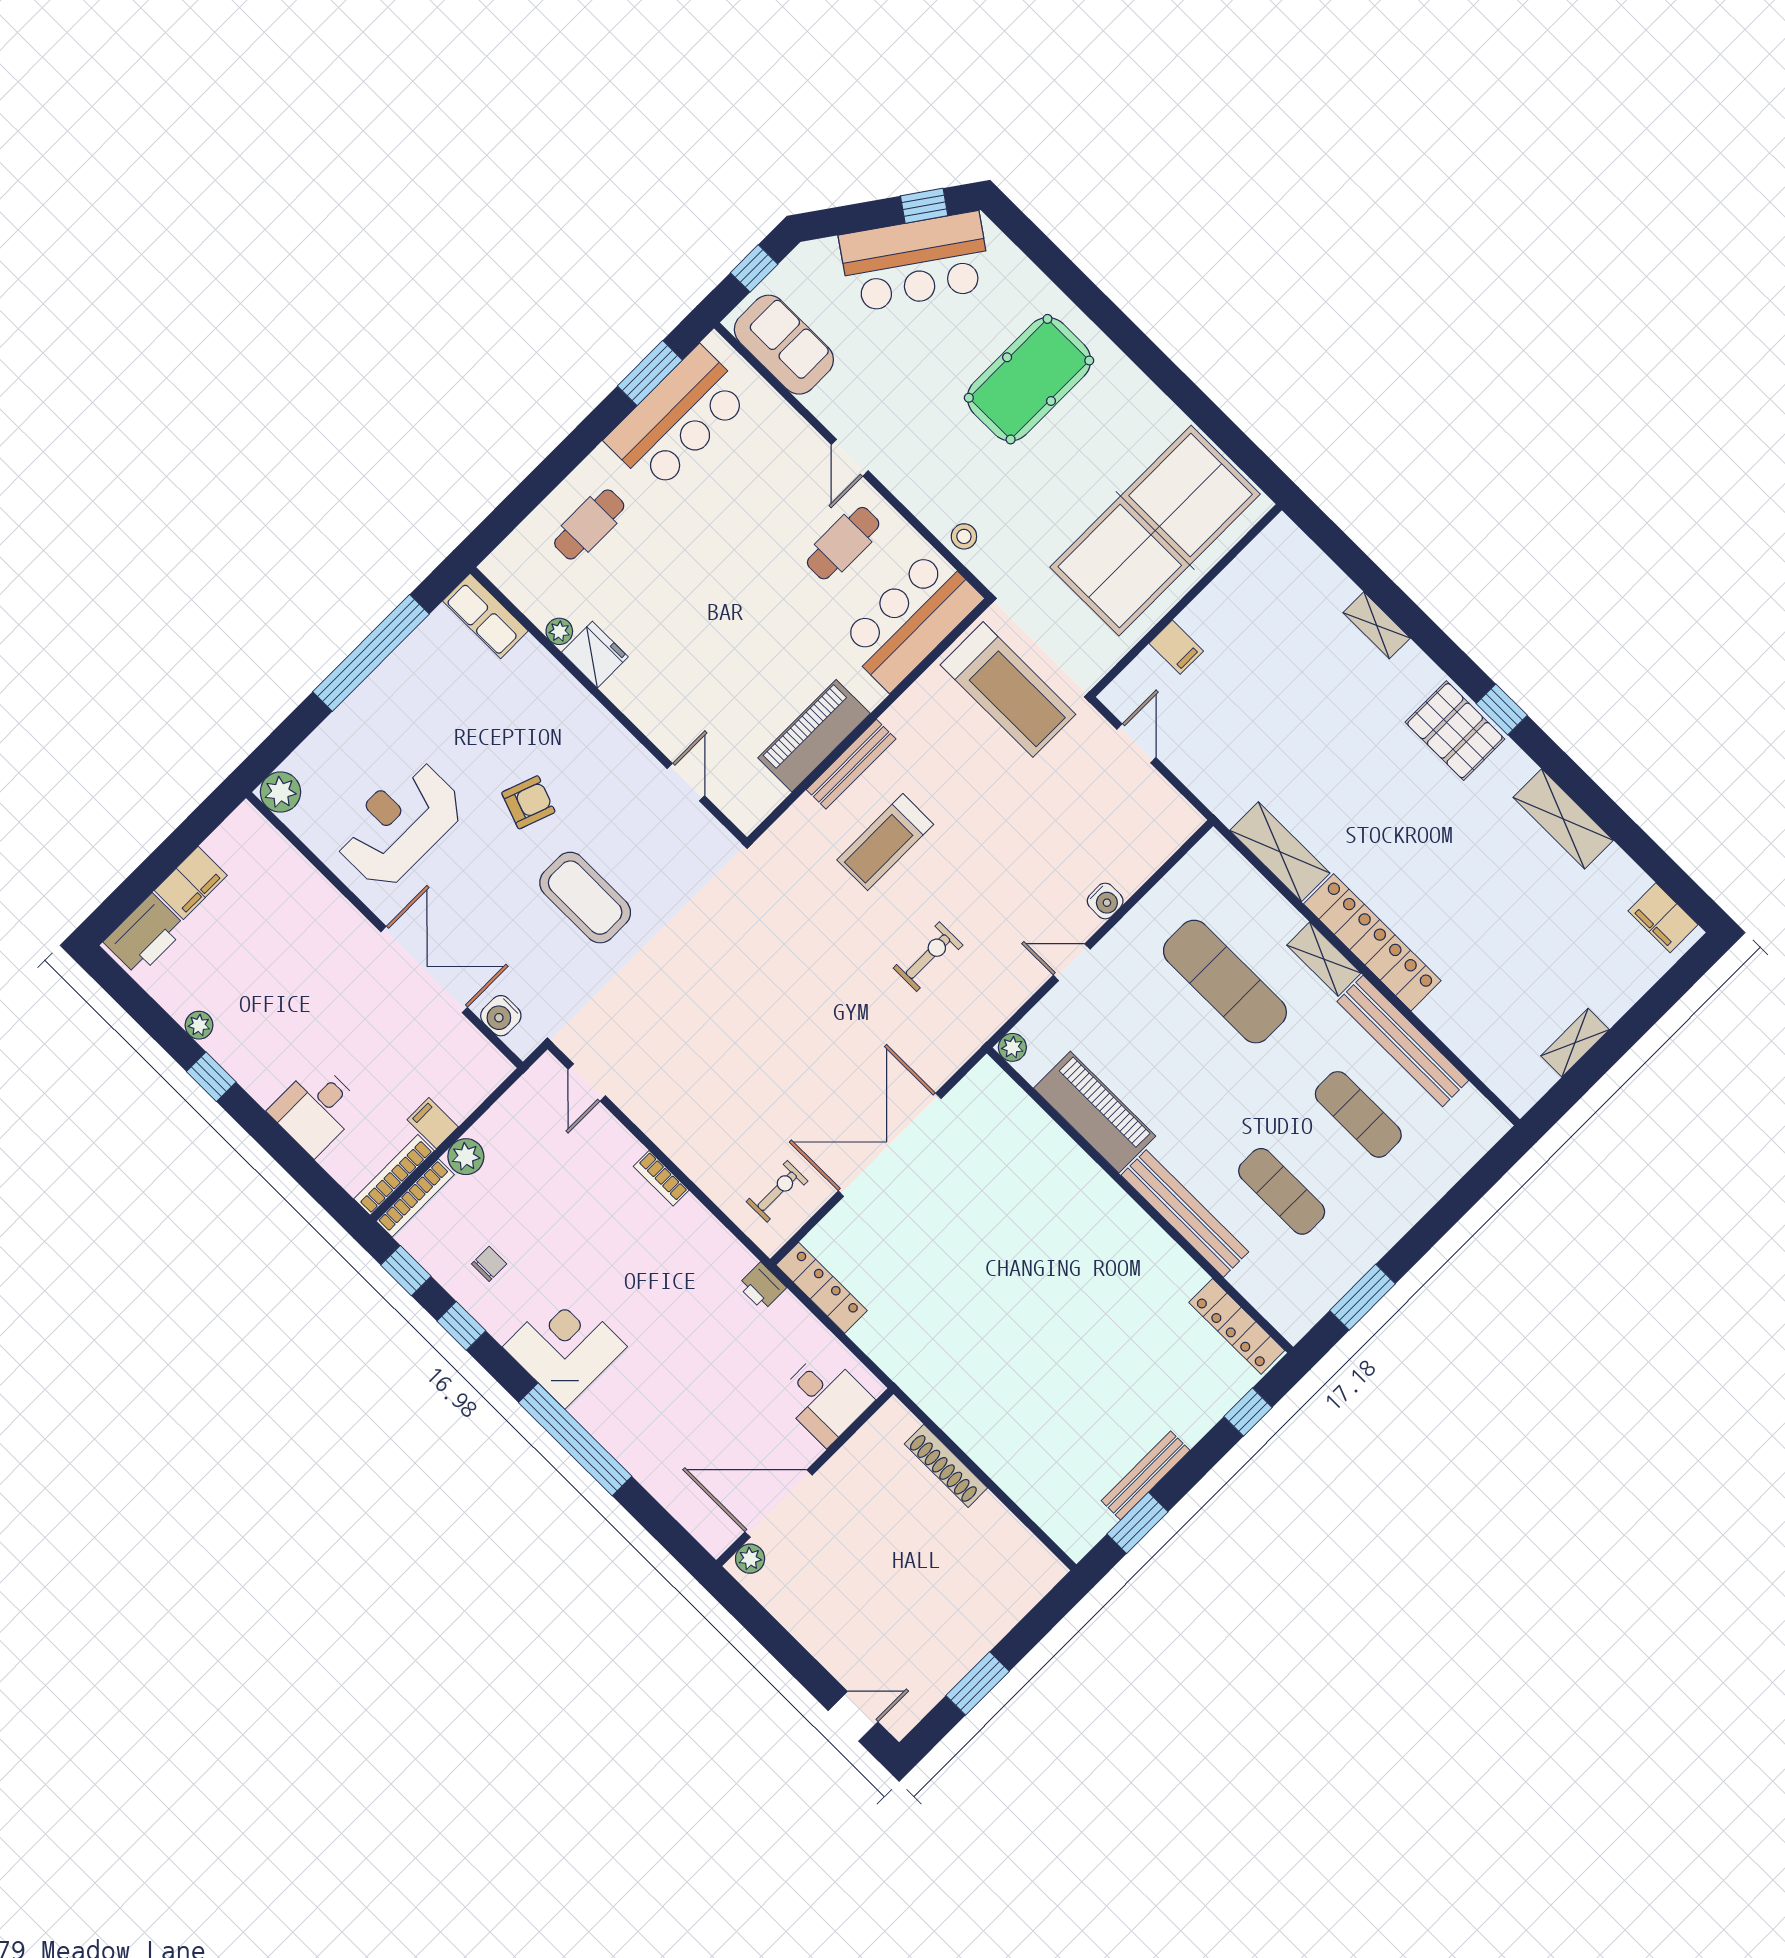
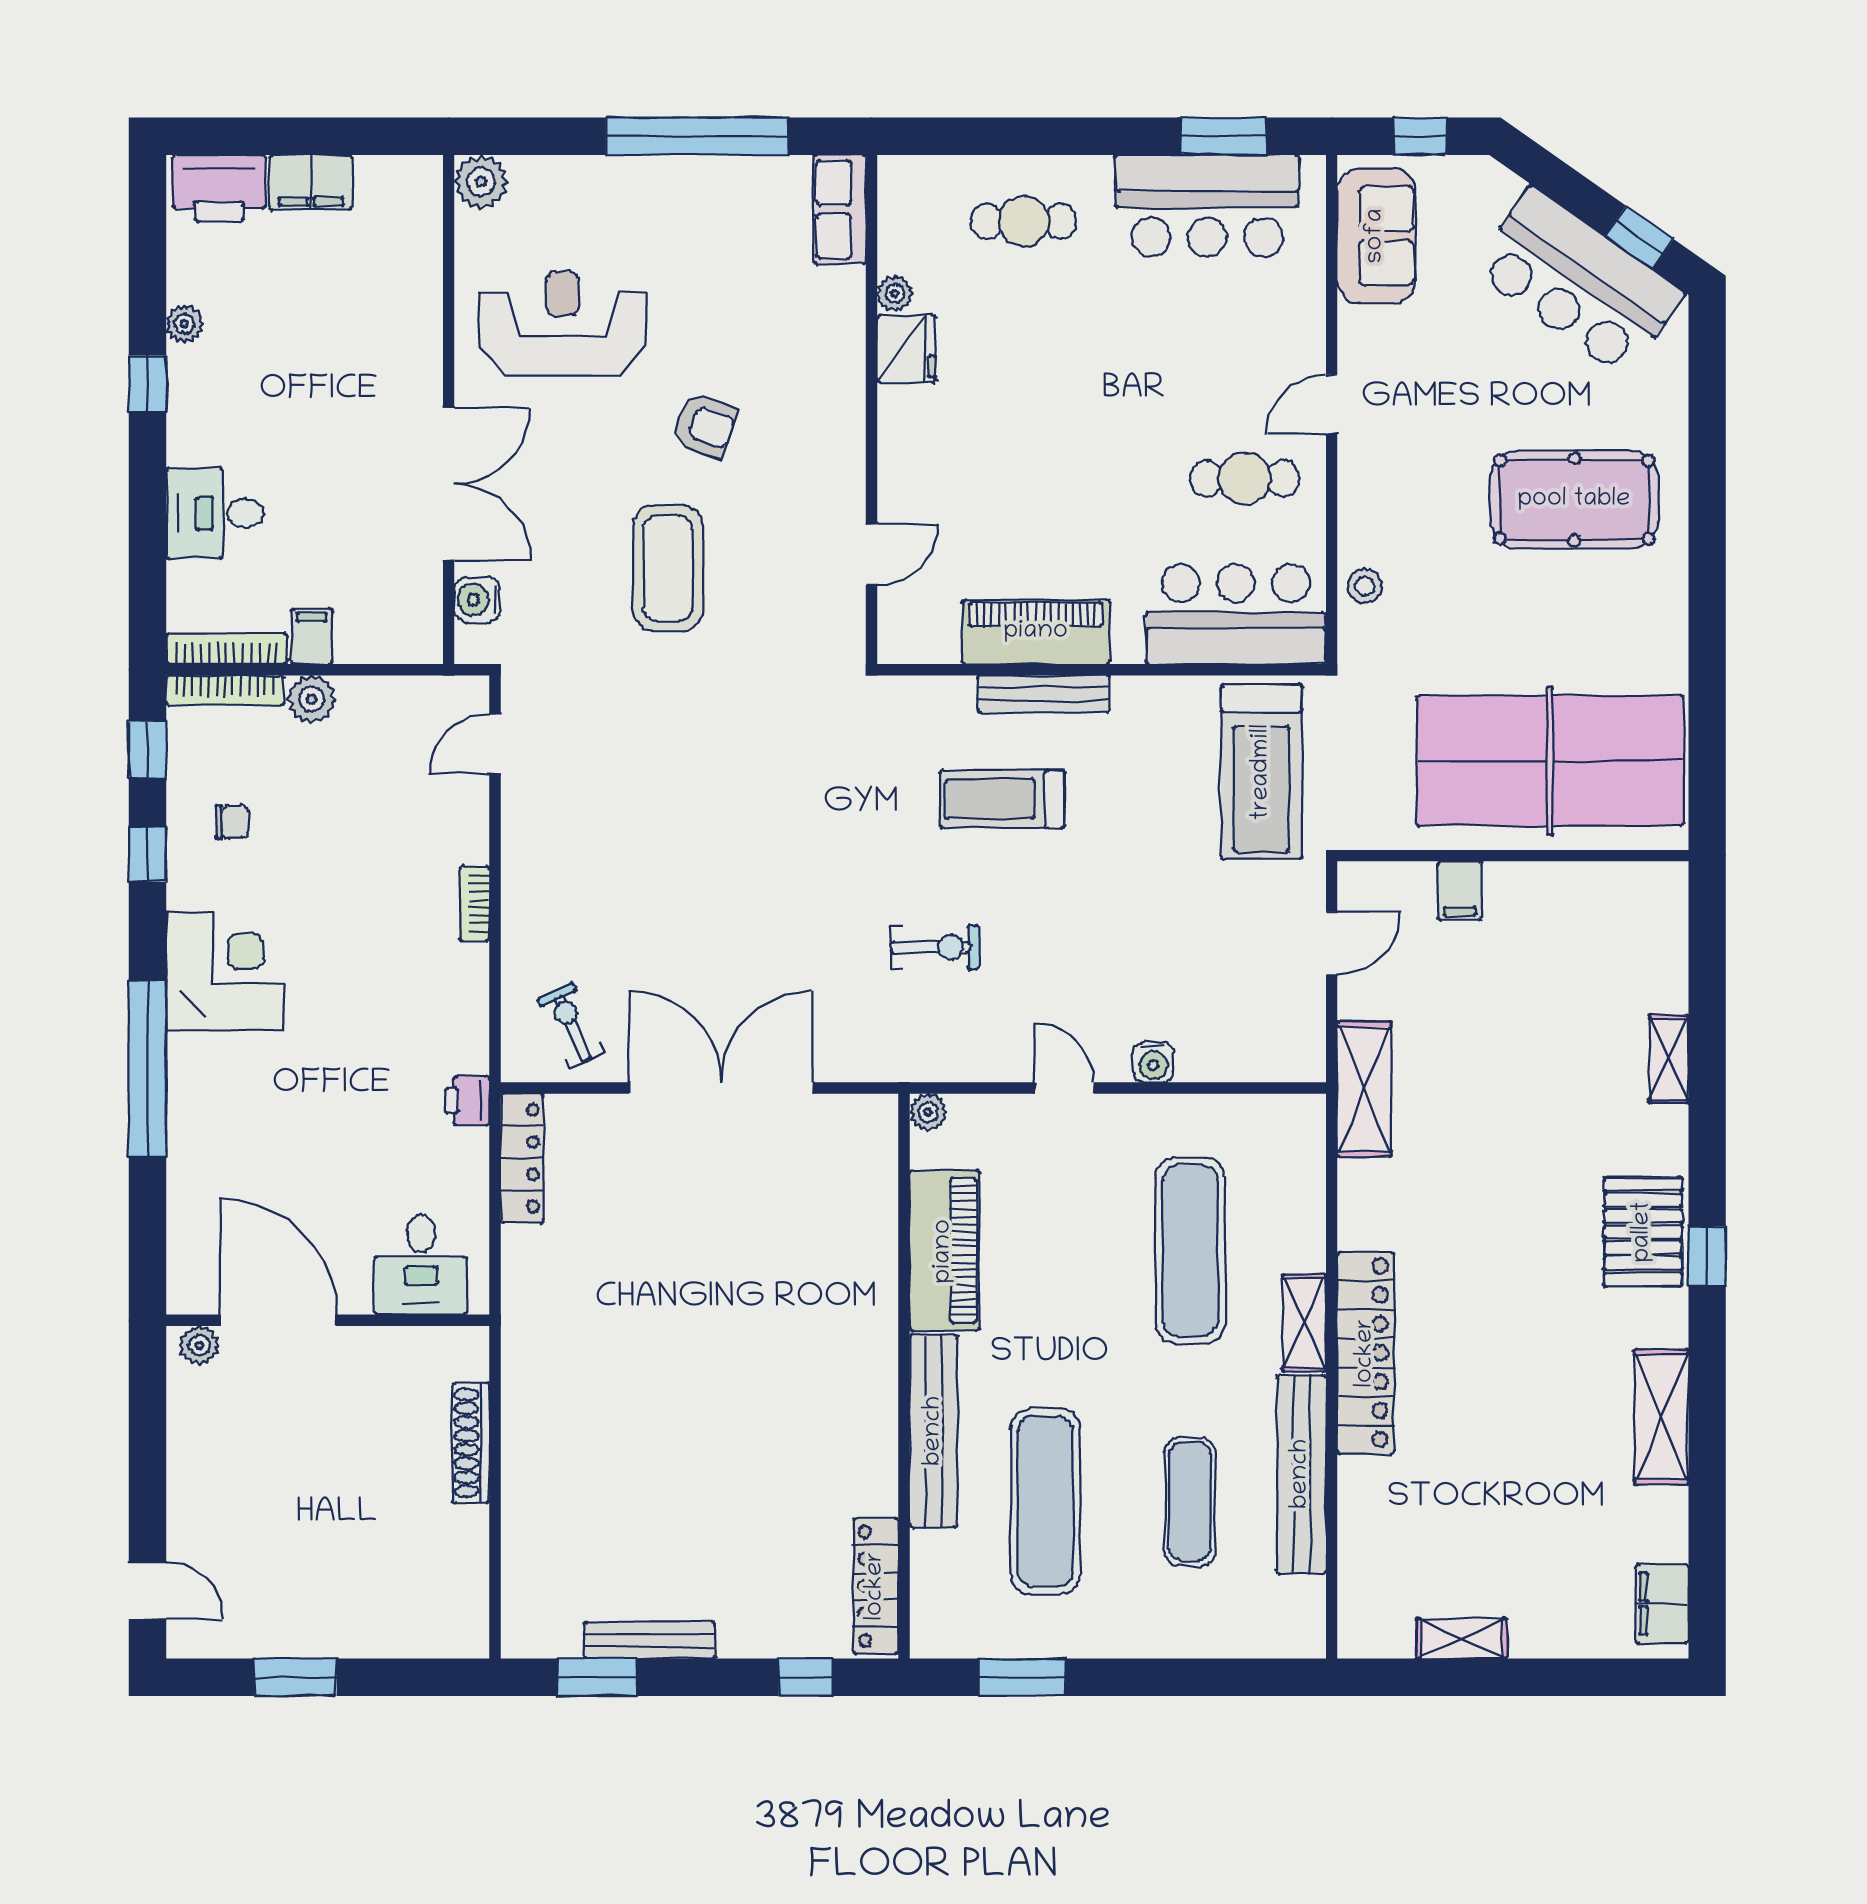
shelving: (1280, 852) -> (1364, 1089), moved
exercise bike: (777, 1191) -> (571, 1026), turned -115
exercise mat: (1282, 1191) -> (1046, 1501), width x1.36, depth x1.45

